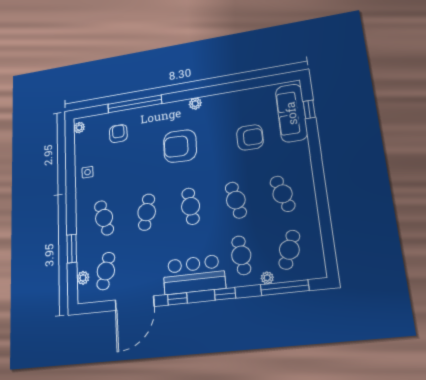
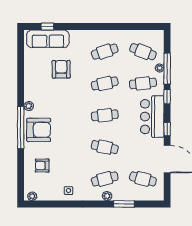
window: (135, 104) -> (21, 128), moved
armchair: (180, 146) -> (39, 130), moved, turned -92
plant: (83, 278) -> (107, 196), moved
window: (285, 288) -> (167, 69), moved

